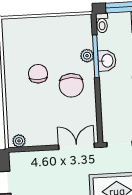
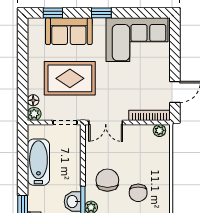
bookcase: (30, 156) -> (149, 115), added

